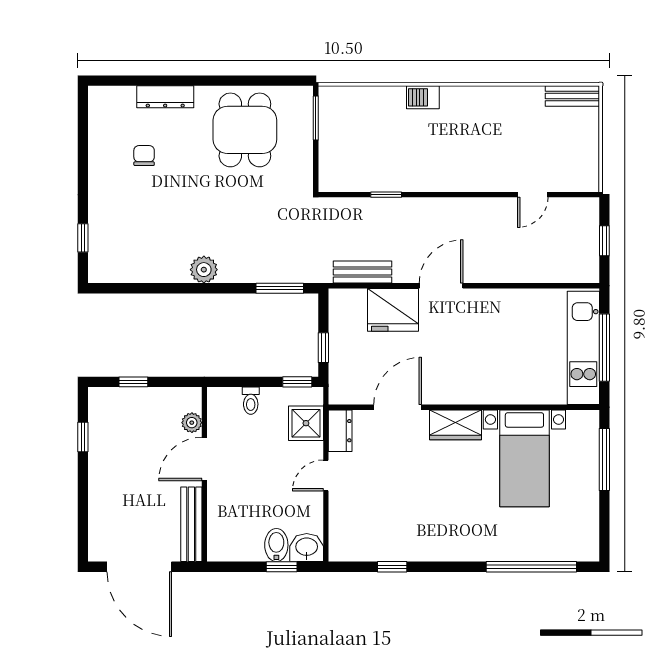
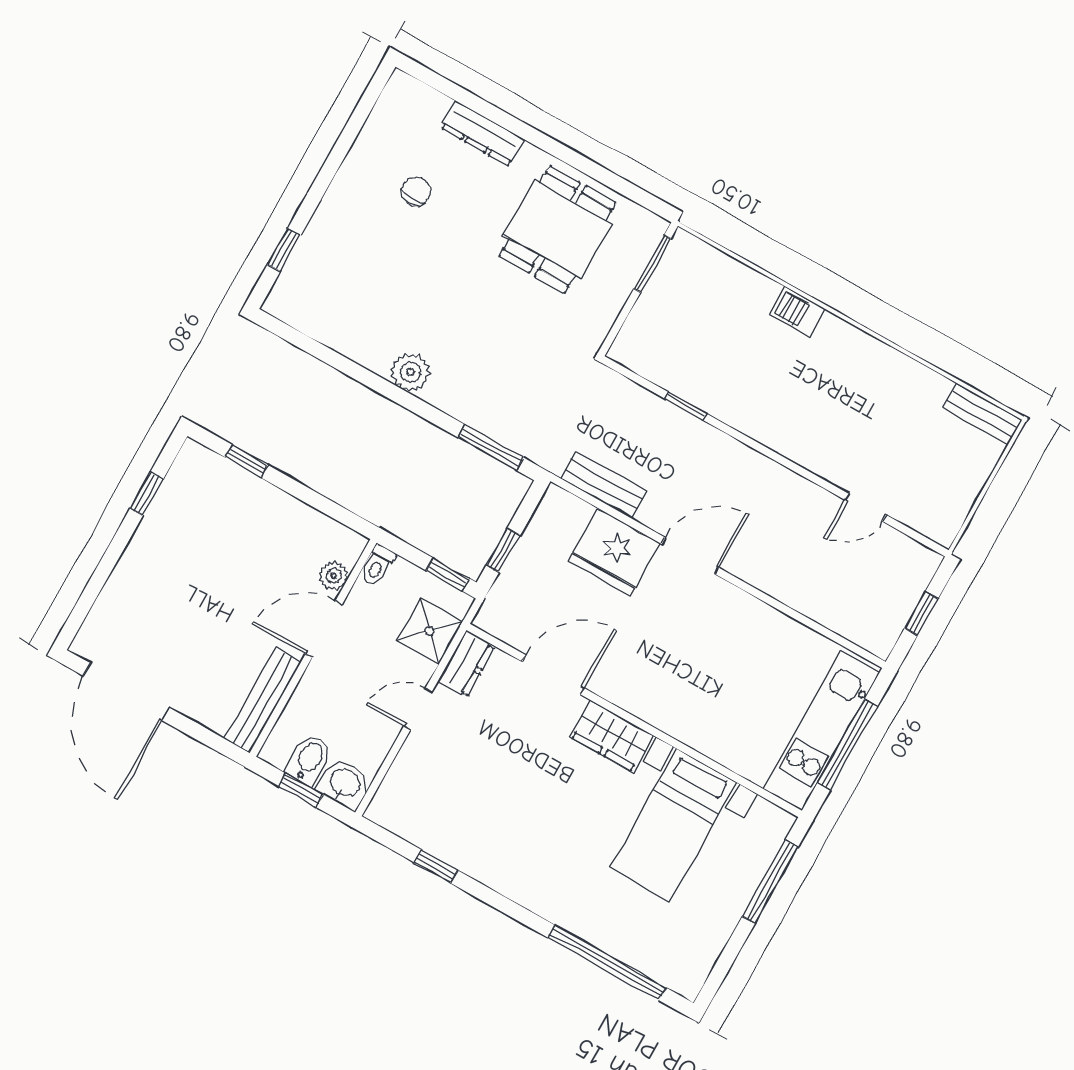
plant: (192, 423) -> (334, 576), moved
door: (204, 459) -> (324, 629), moved
wall: (204, 474) -> (313, 648), moved
bench: (191, 524) -> (263, 700), moved

